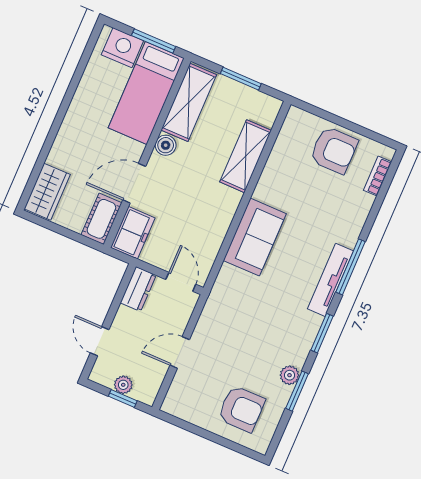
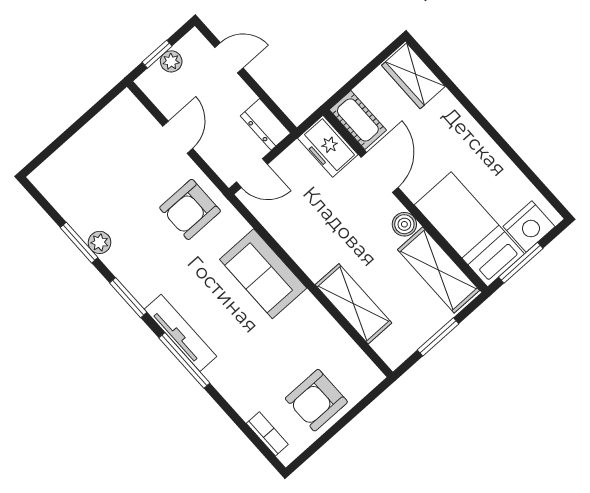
armchair: (241, 409) -> (190, 209), moved

